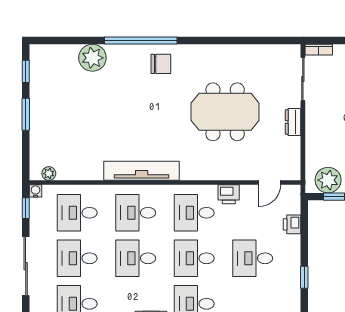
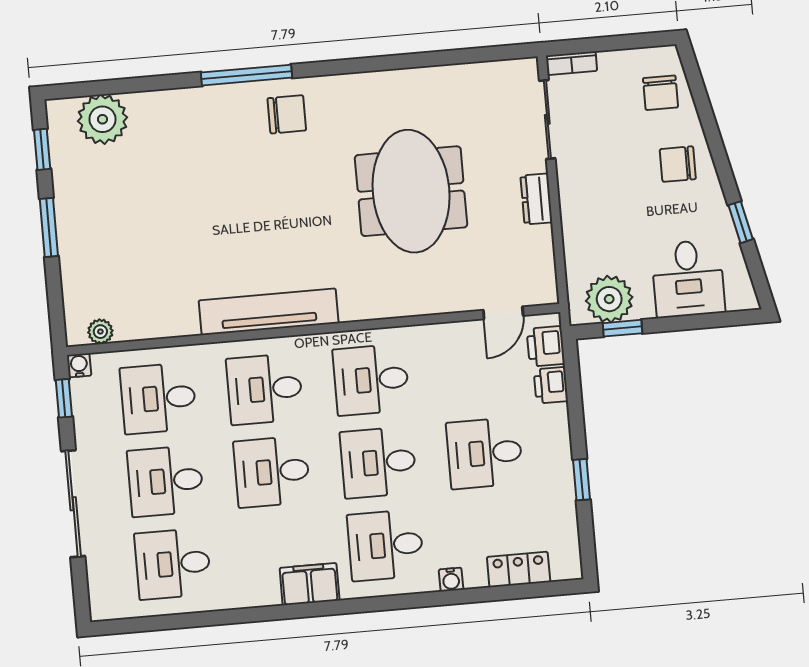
window: (141, 41) -> (246, 75), width x0.68
plant: (92, 58) -> (102, 119), moved
meeting table: (225, 112) -> (411, 191), turned 90
printer: (229, 194) -> (546, 346), moved, turned 90

